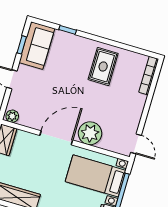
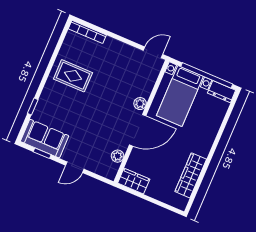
plant: (12, 116) -> (118, 156), moved
plant: (90, 133) -> (140, 104), width x0.53, depth x0.53
door: (56, 138) -> (138, 130), swing flipped

